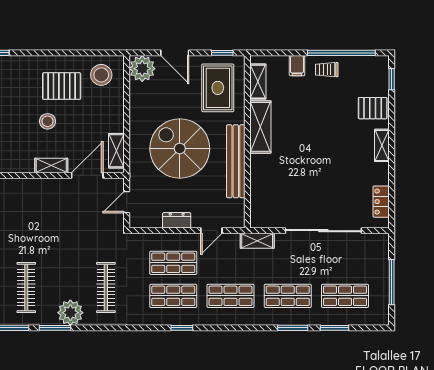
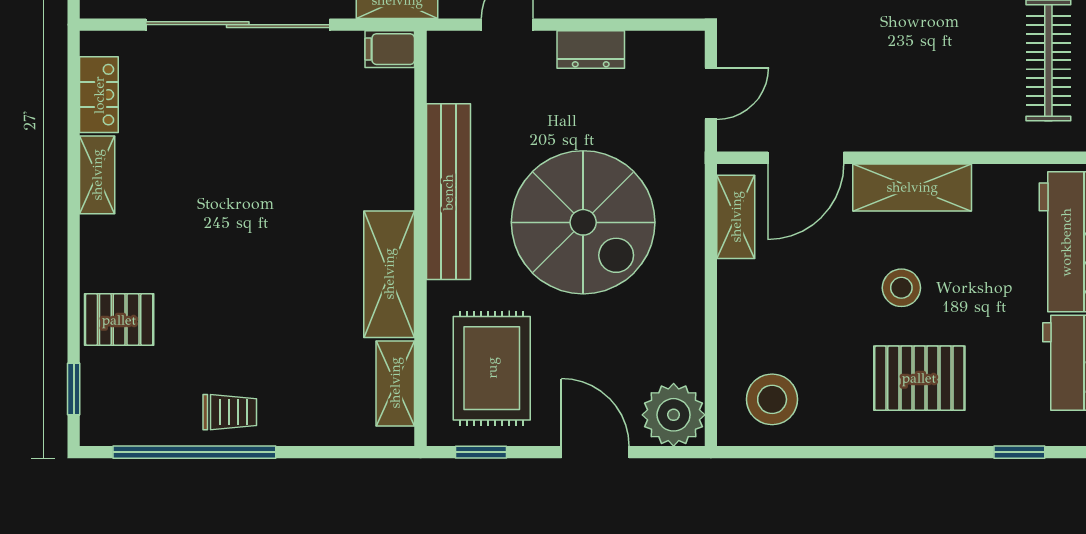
filing cabinet: (297, 66) -> (390, 49), moved, turned -90
pallet: (62, 86) -> (919, 378), moved
shelving: (382, 145) -> (97, 175), moved
shelving: (51, 165) -> (912, 187), width x1.50, depth x1.33

